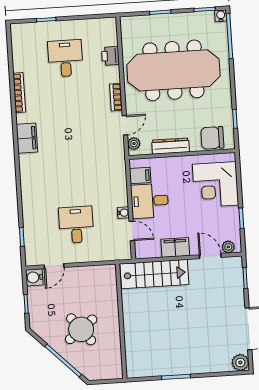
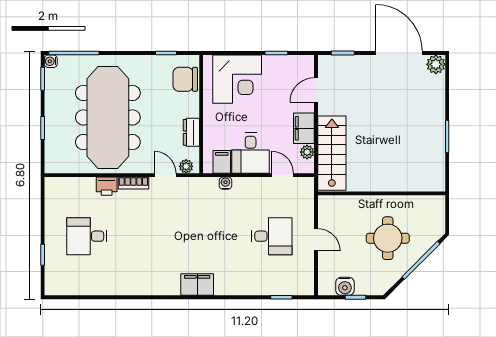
printer: (110, 56) -> (107, 186), moved
bookcase: (19, 93) -> (122, 290), removed
filing cabinet: (27, 138) -> (197, 285), moved
chair: (212, 138) -> (185, 79), turned 90
dresser: (171, 146) -> (191, 132), width x0.70
water cooler: (123, 213) -> (225, 183), moved
desk: (76, 225) -> (272, 236), turned 180
door: (132, 231) -> (283, 175), hinge flipped
plant: (228, 247) -> (307, 152), moved
door: (54, 266) -> (316, 240), moved
water cooler: (34, 277) -> (345, 286), moved
round table: (81, 329) -> (388, 238), turned 38

